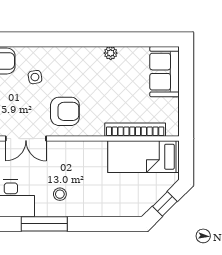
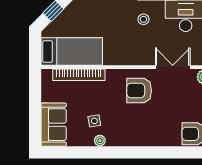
side table: (35, 77) -> (94, 121), moved

